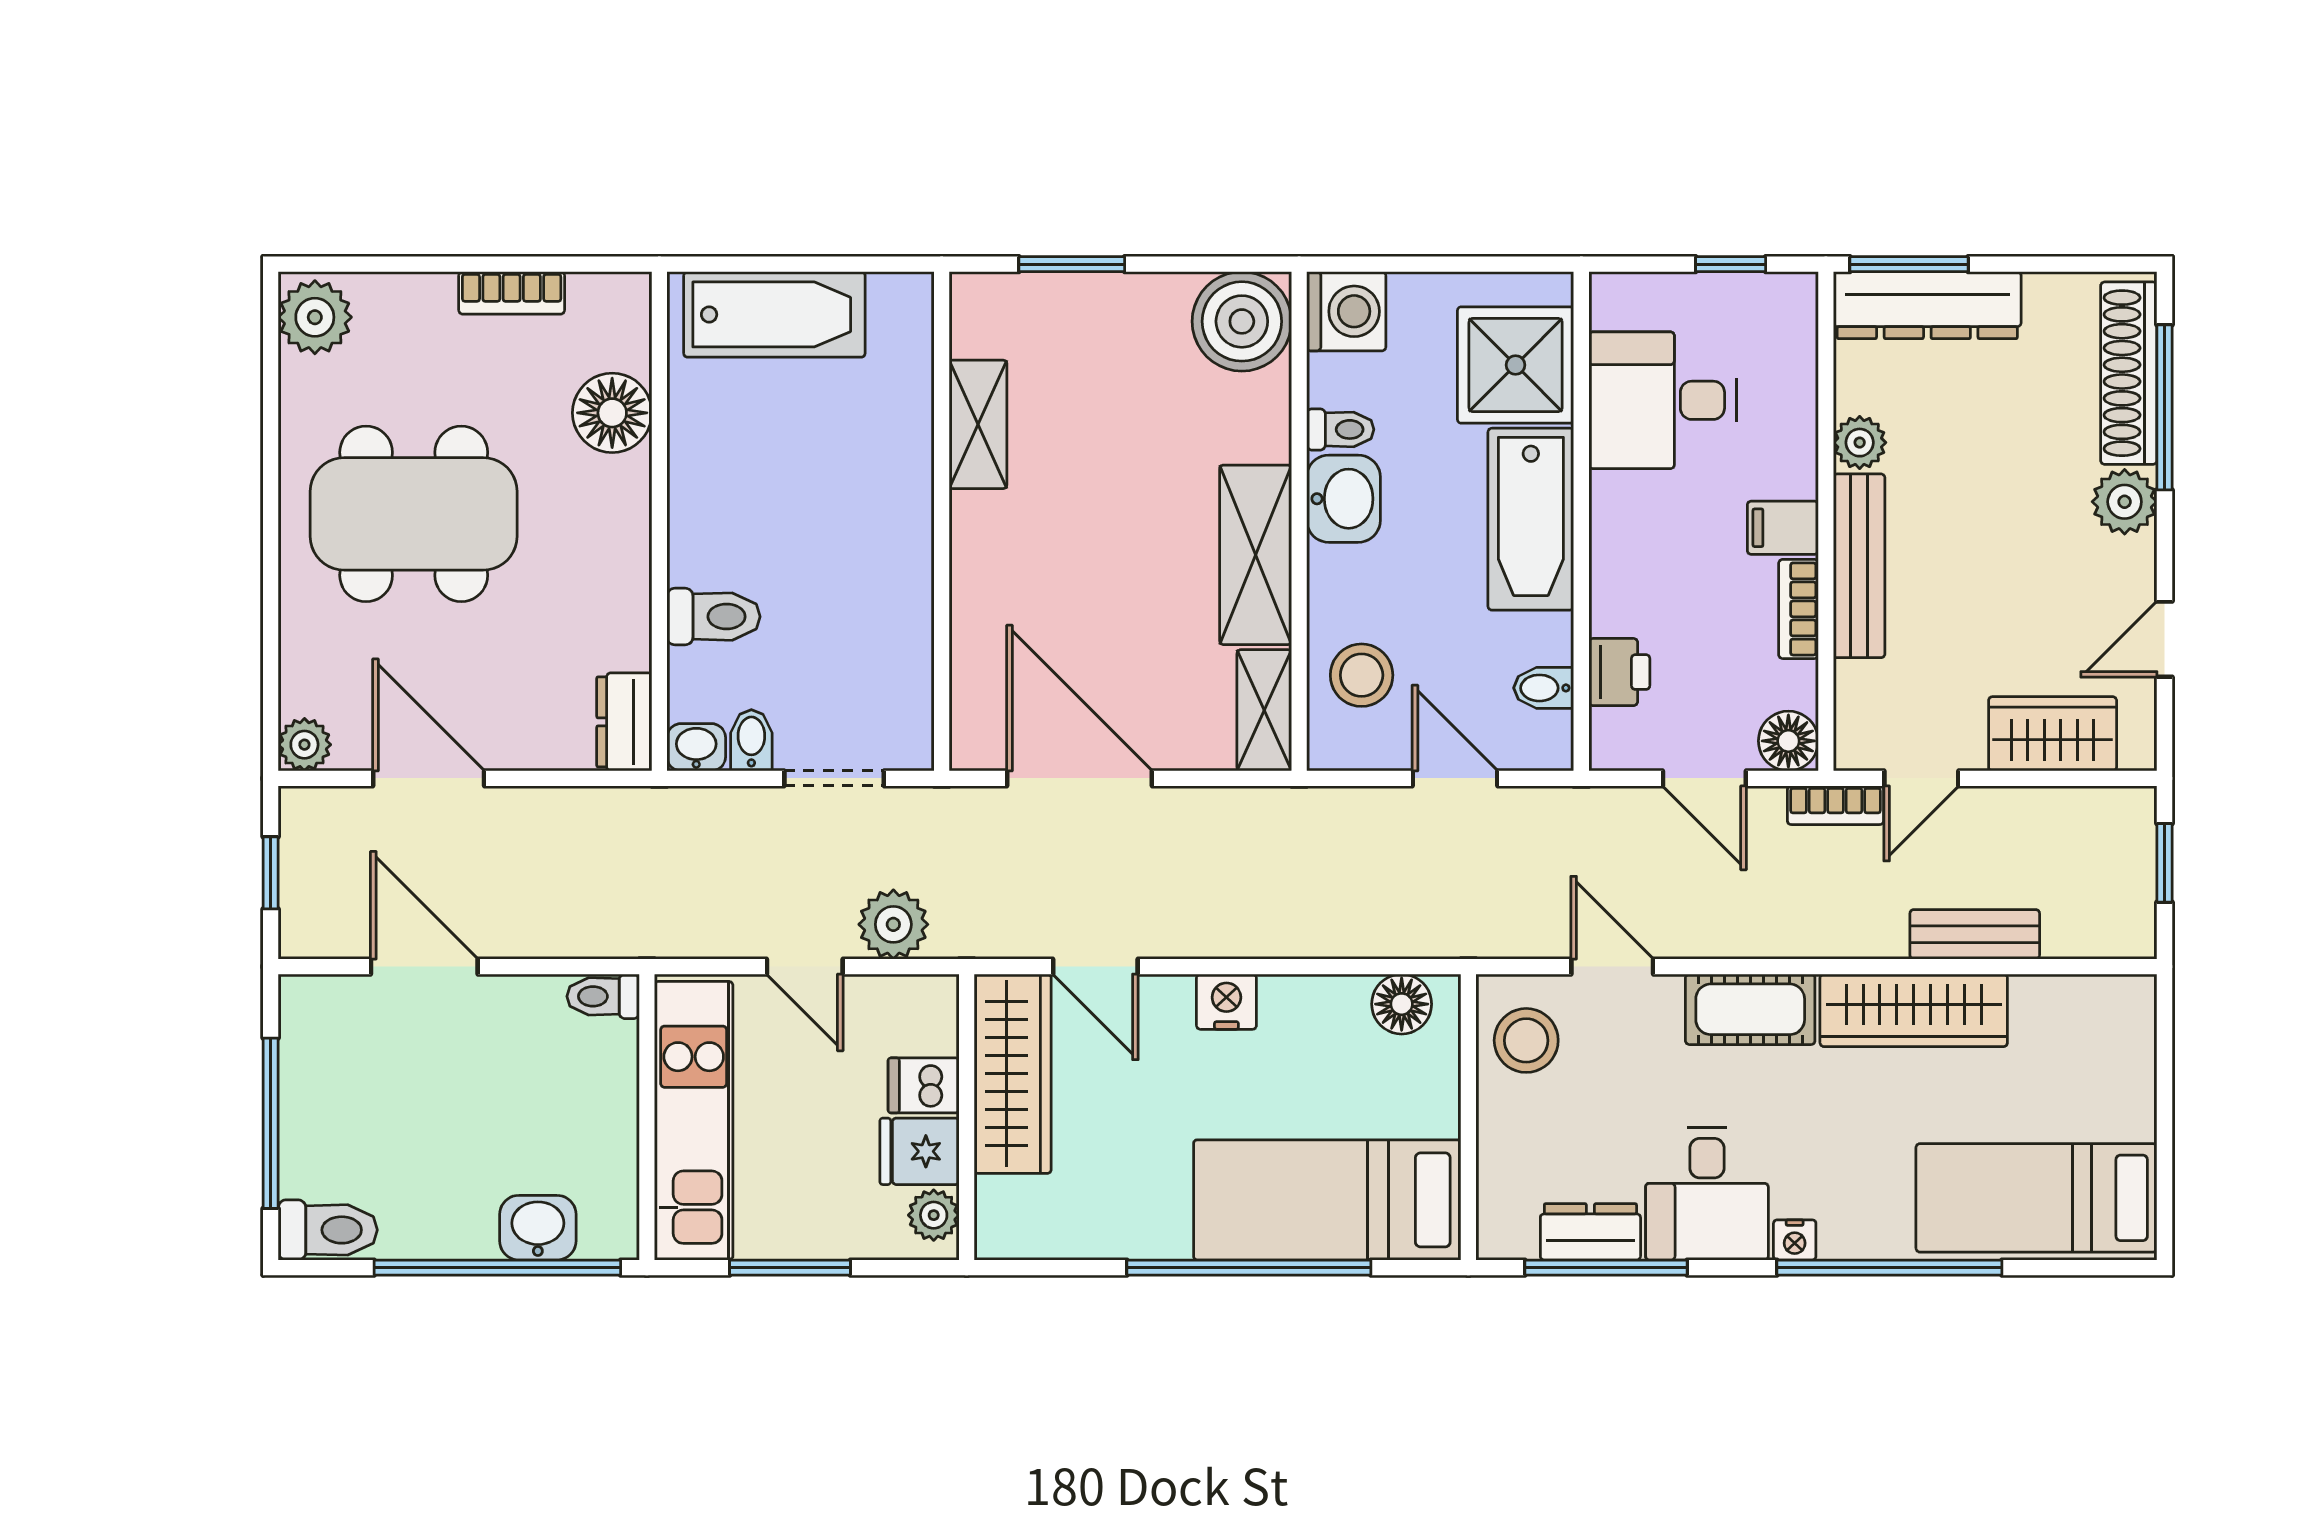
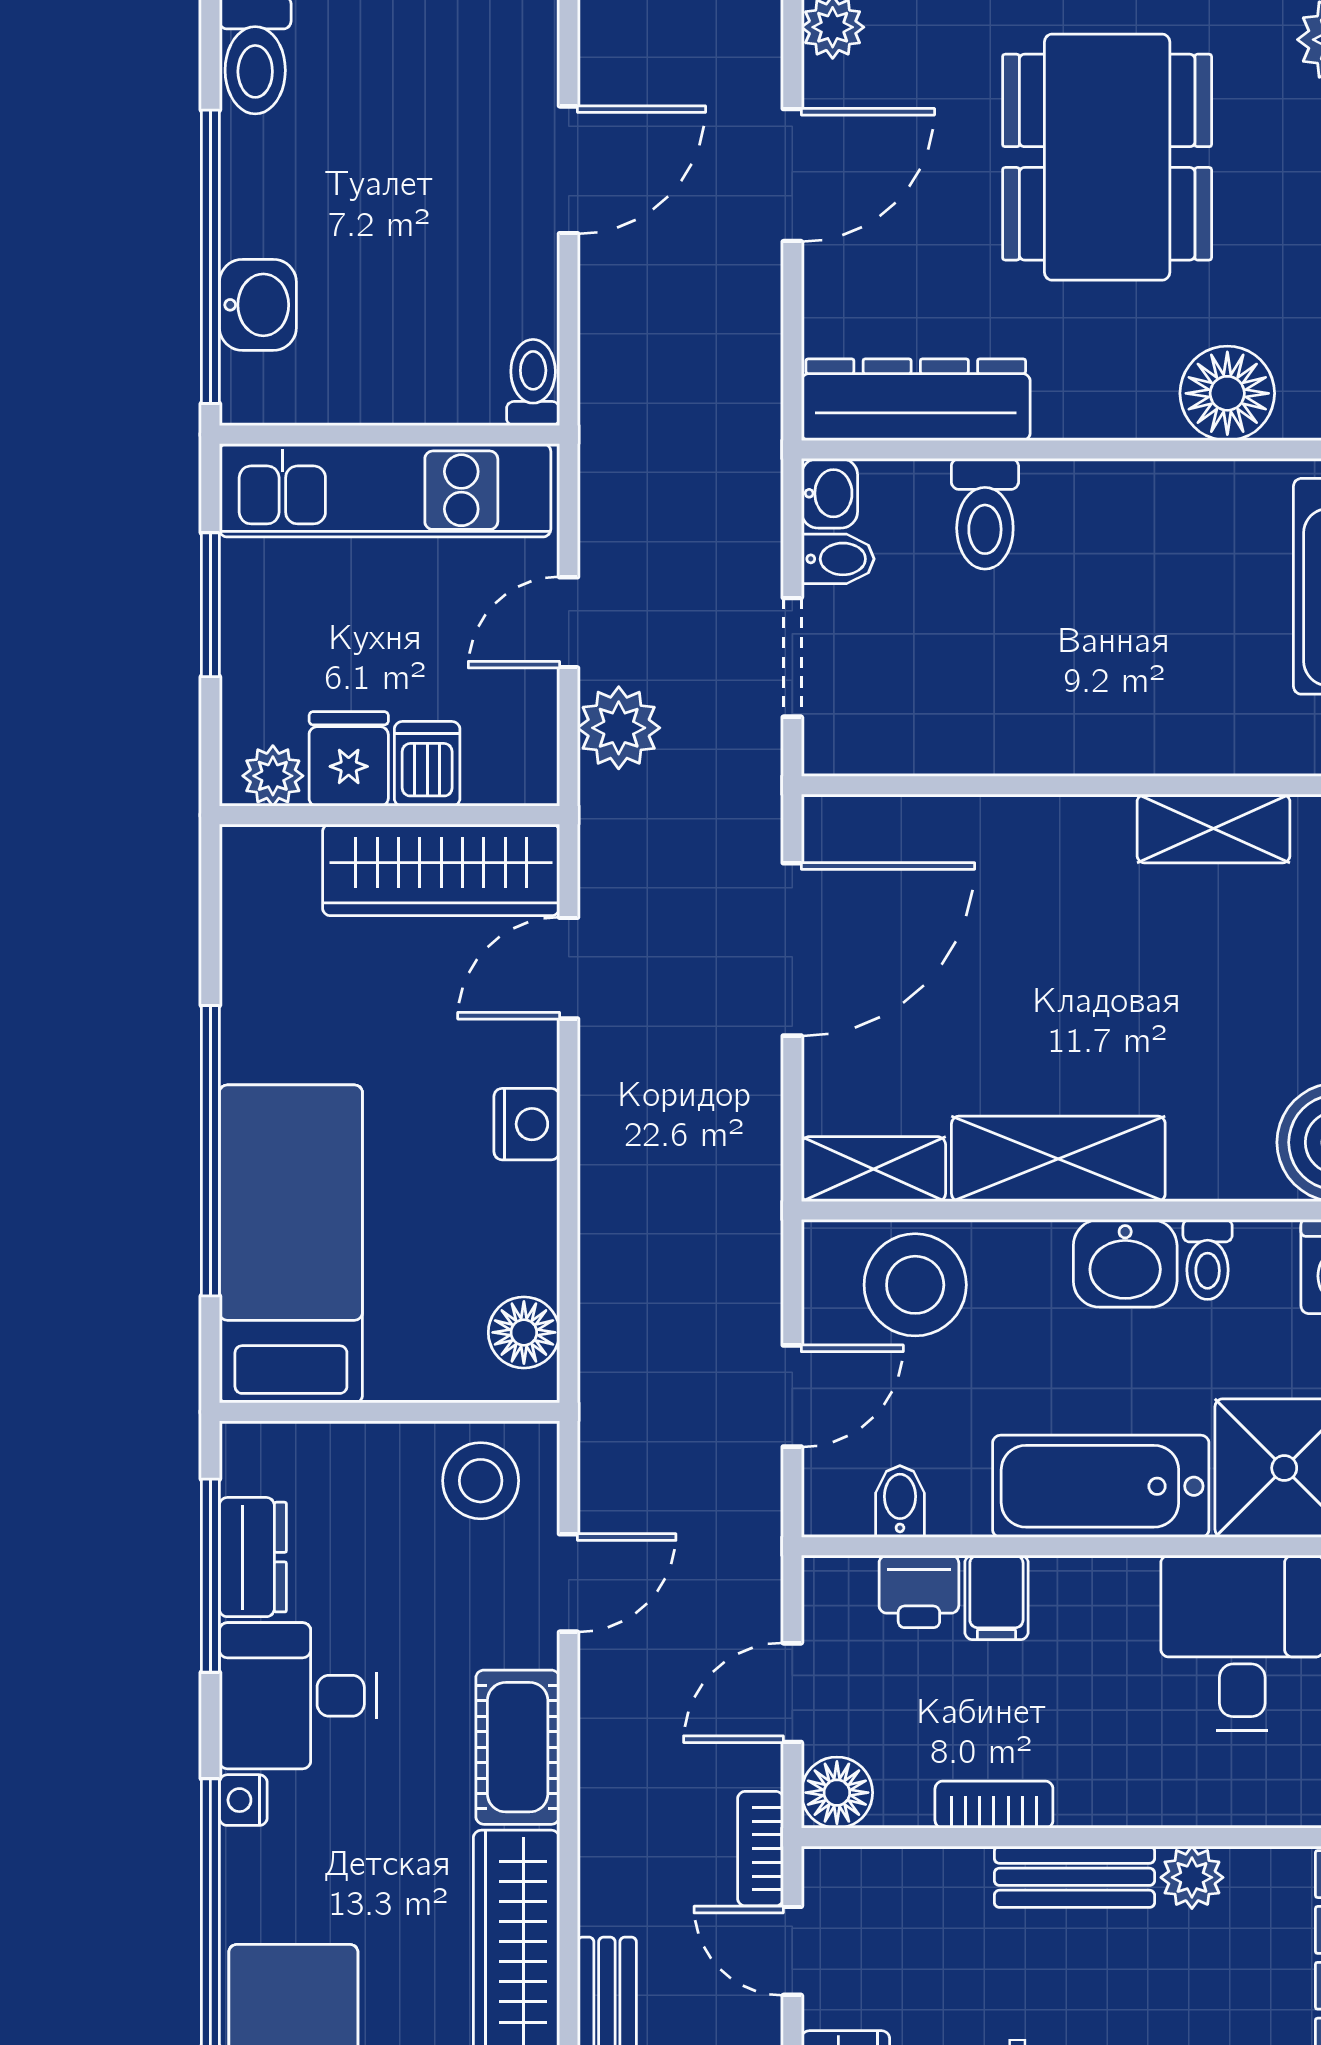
filing cabinet: (1783, 528) -> (996, 1597), moved, turned 180
bench: (1859, 566) -> (1074, 1877), width x0.73
stool: (1362, 675) -> (915, 1285), width x1.38, depth x1.38
dresser: (624, 722) -> (916, 400), width x1.96, depth x1.24

